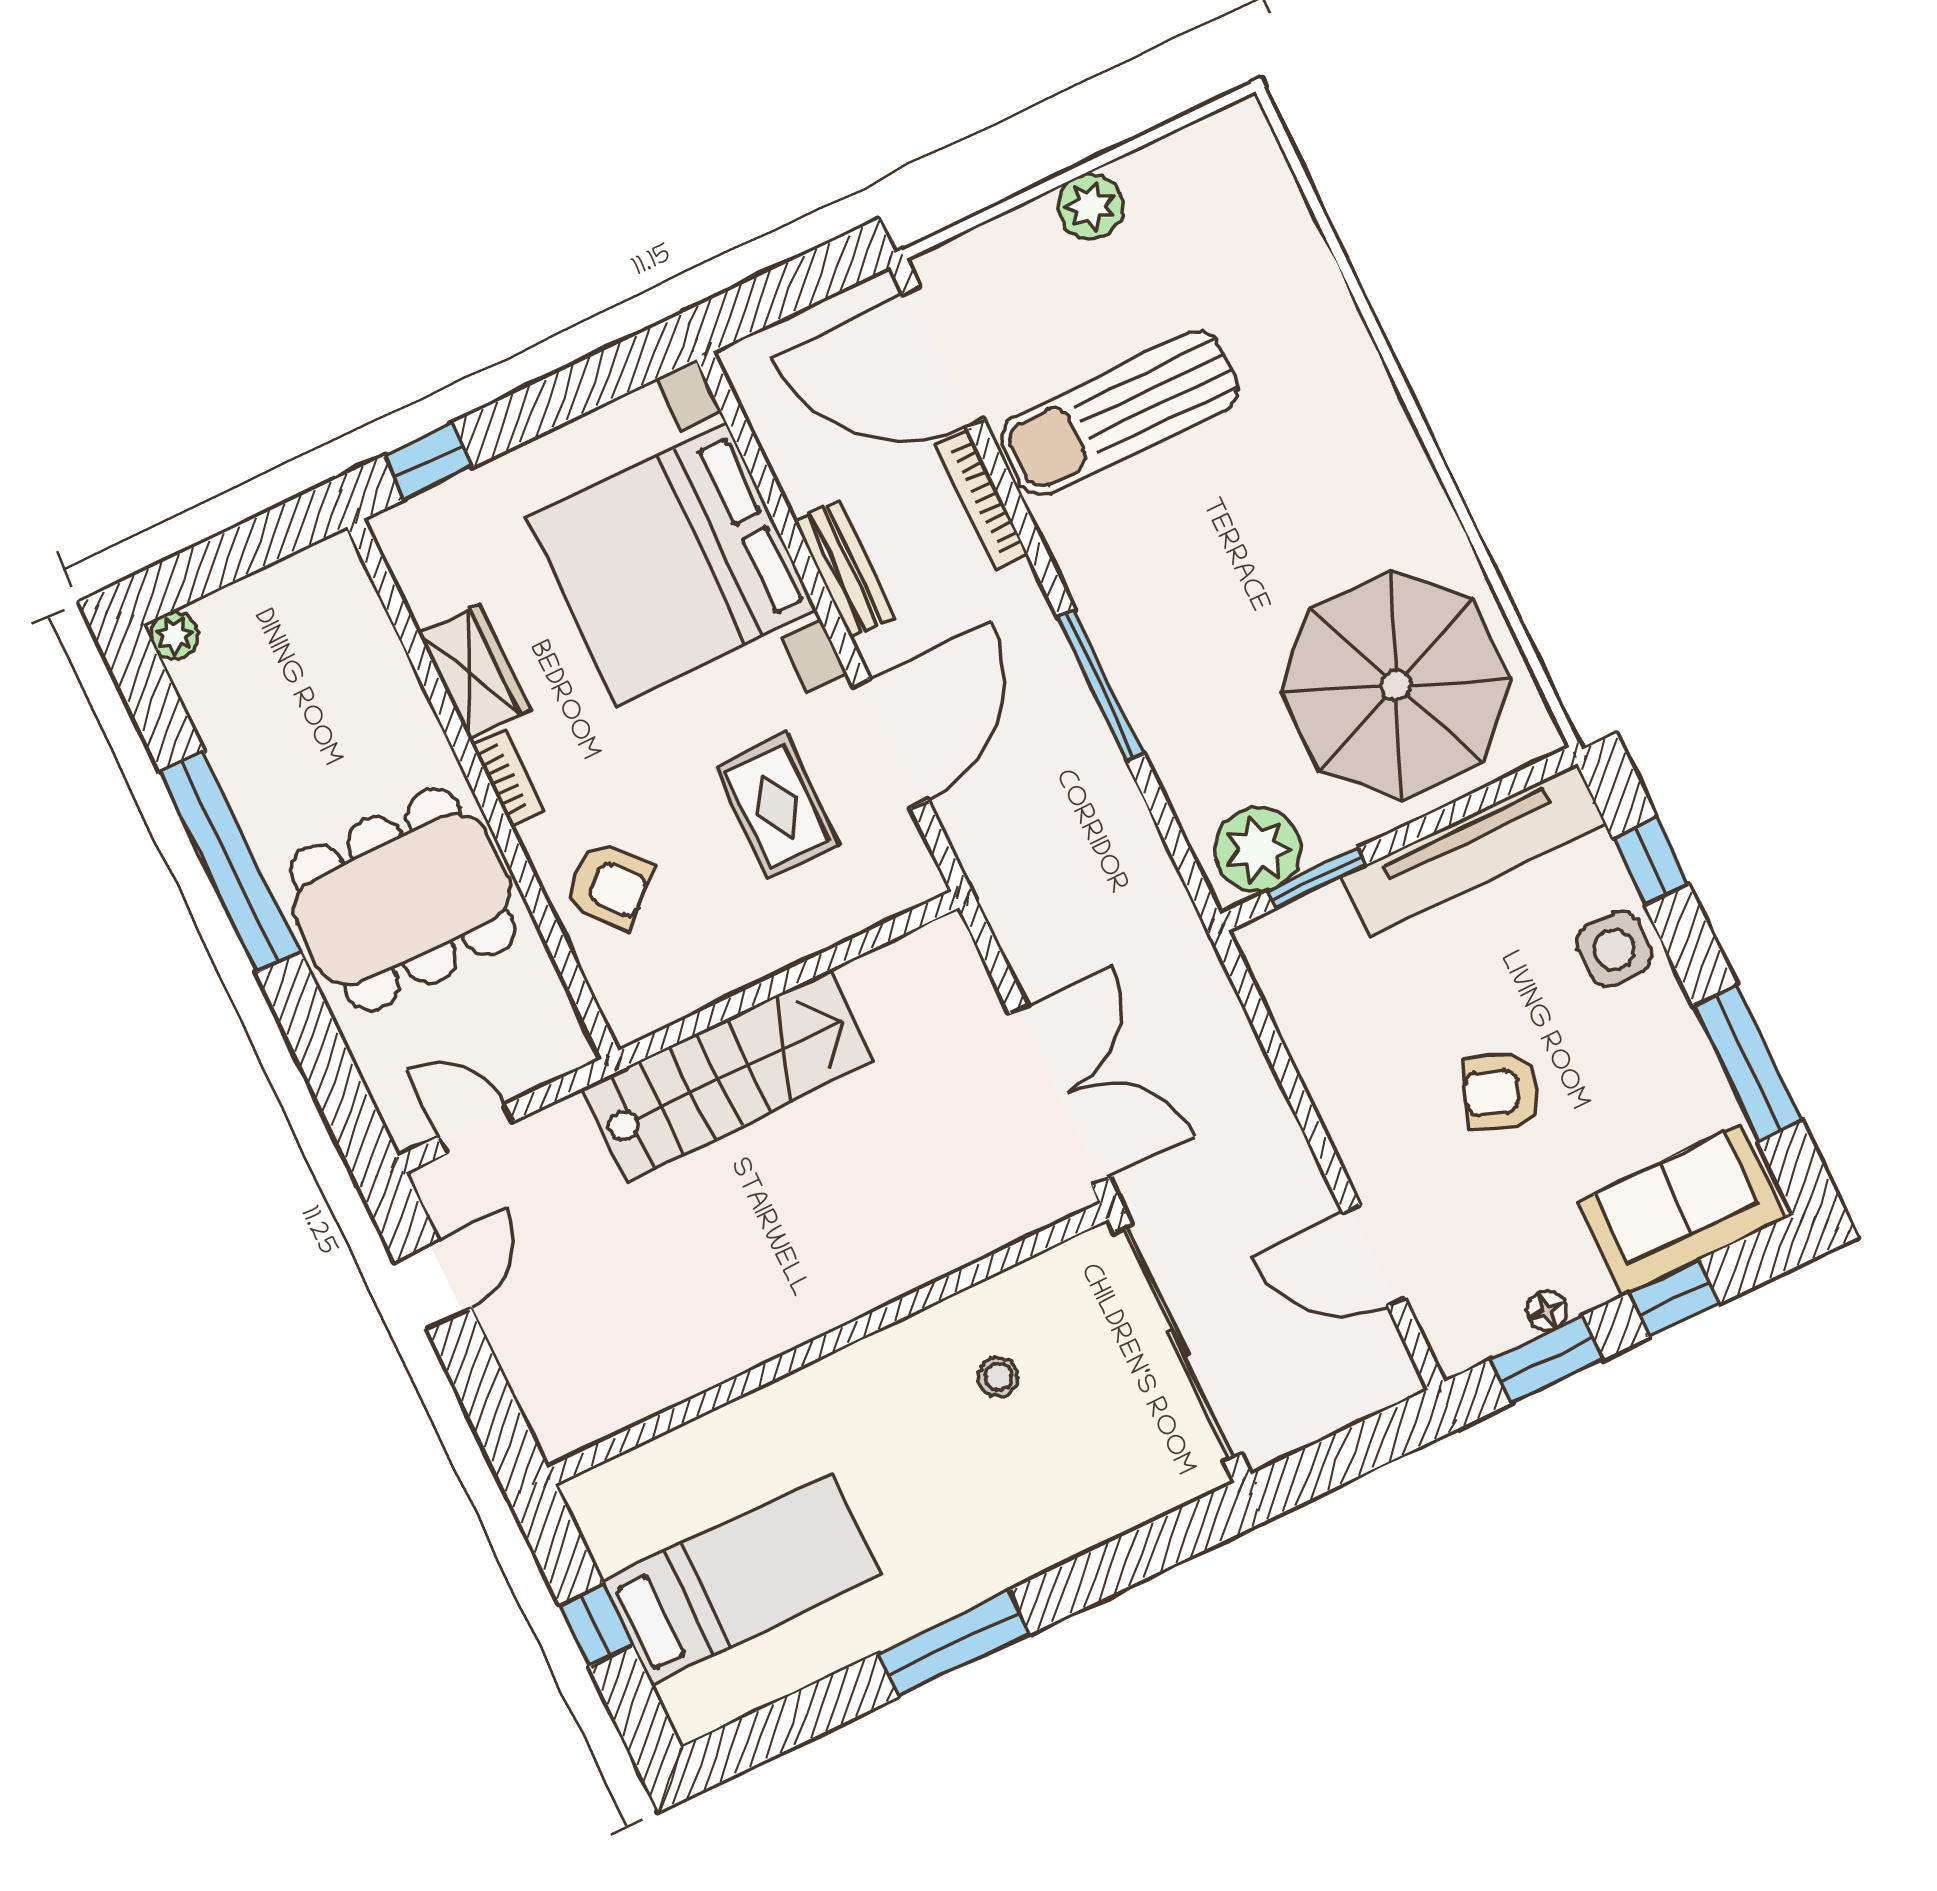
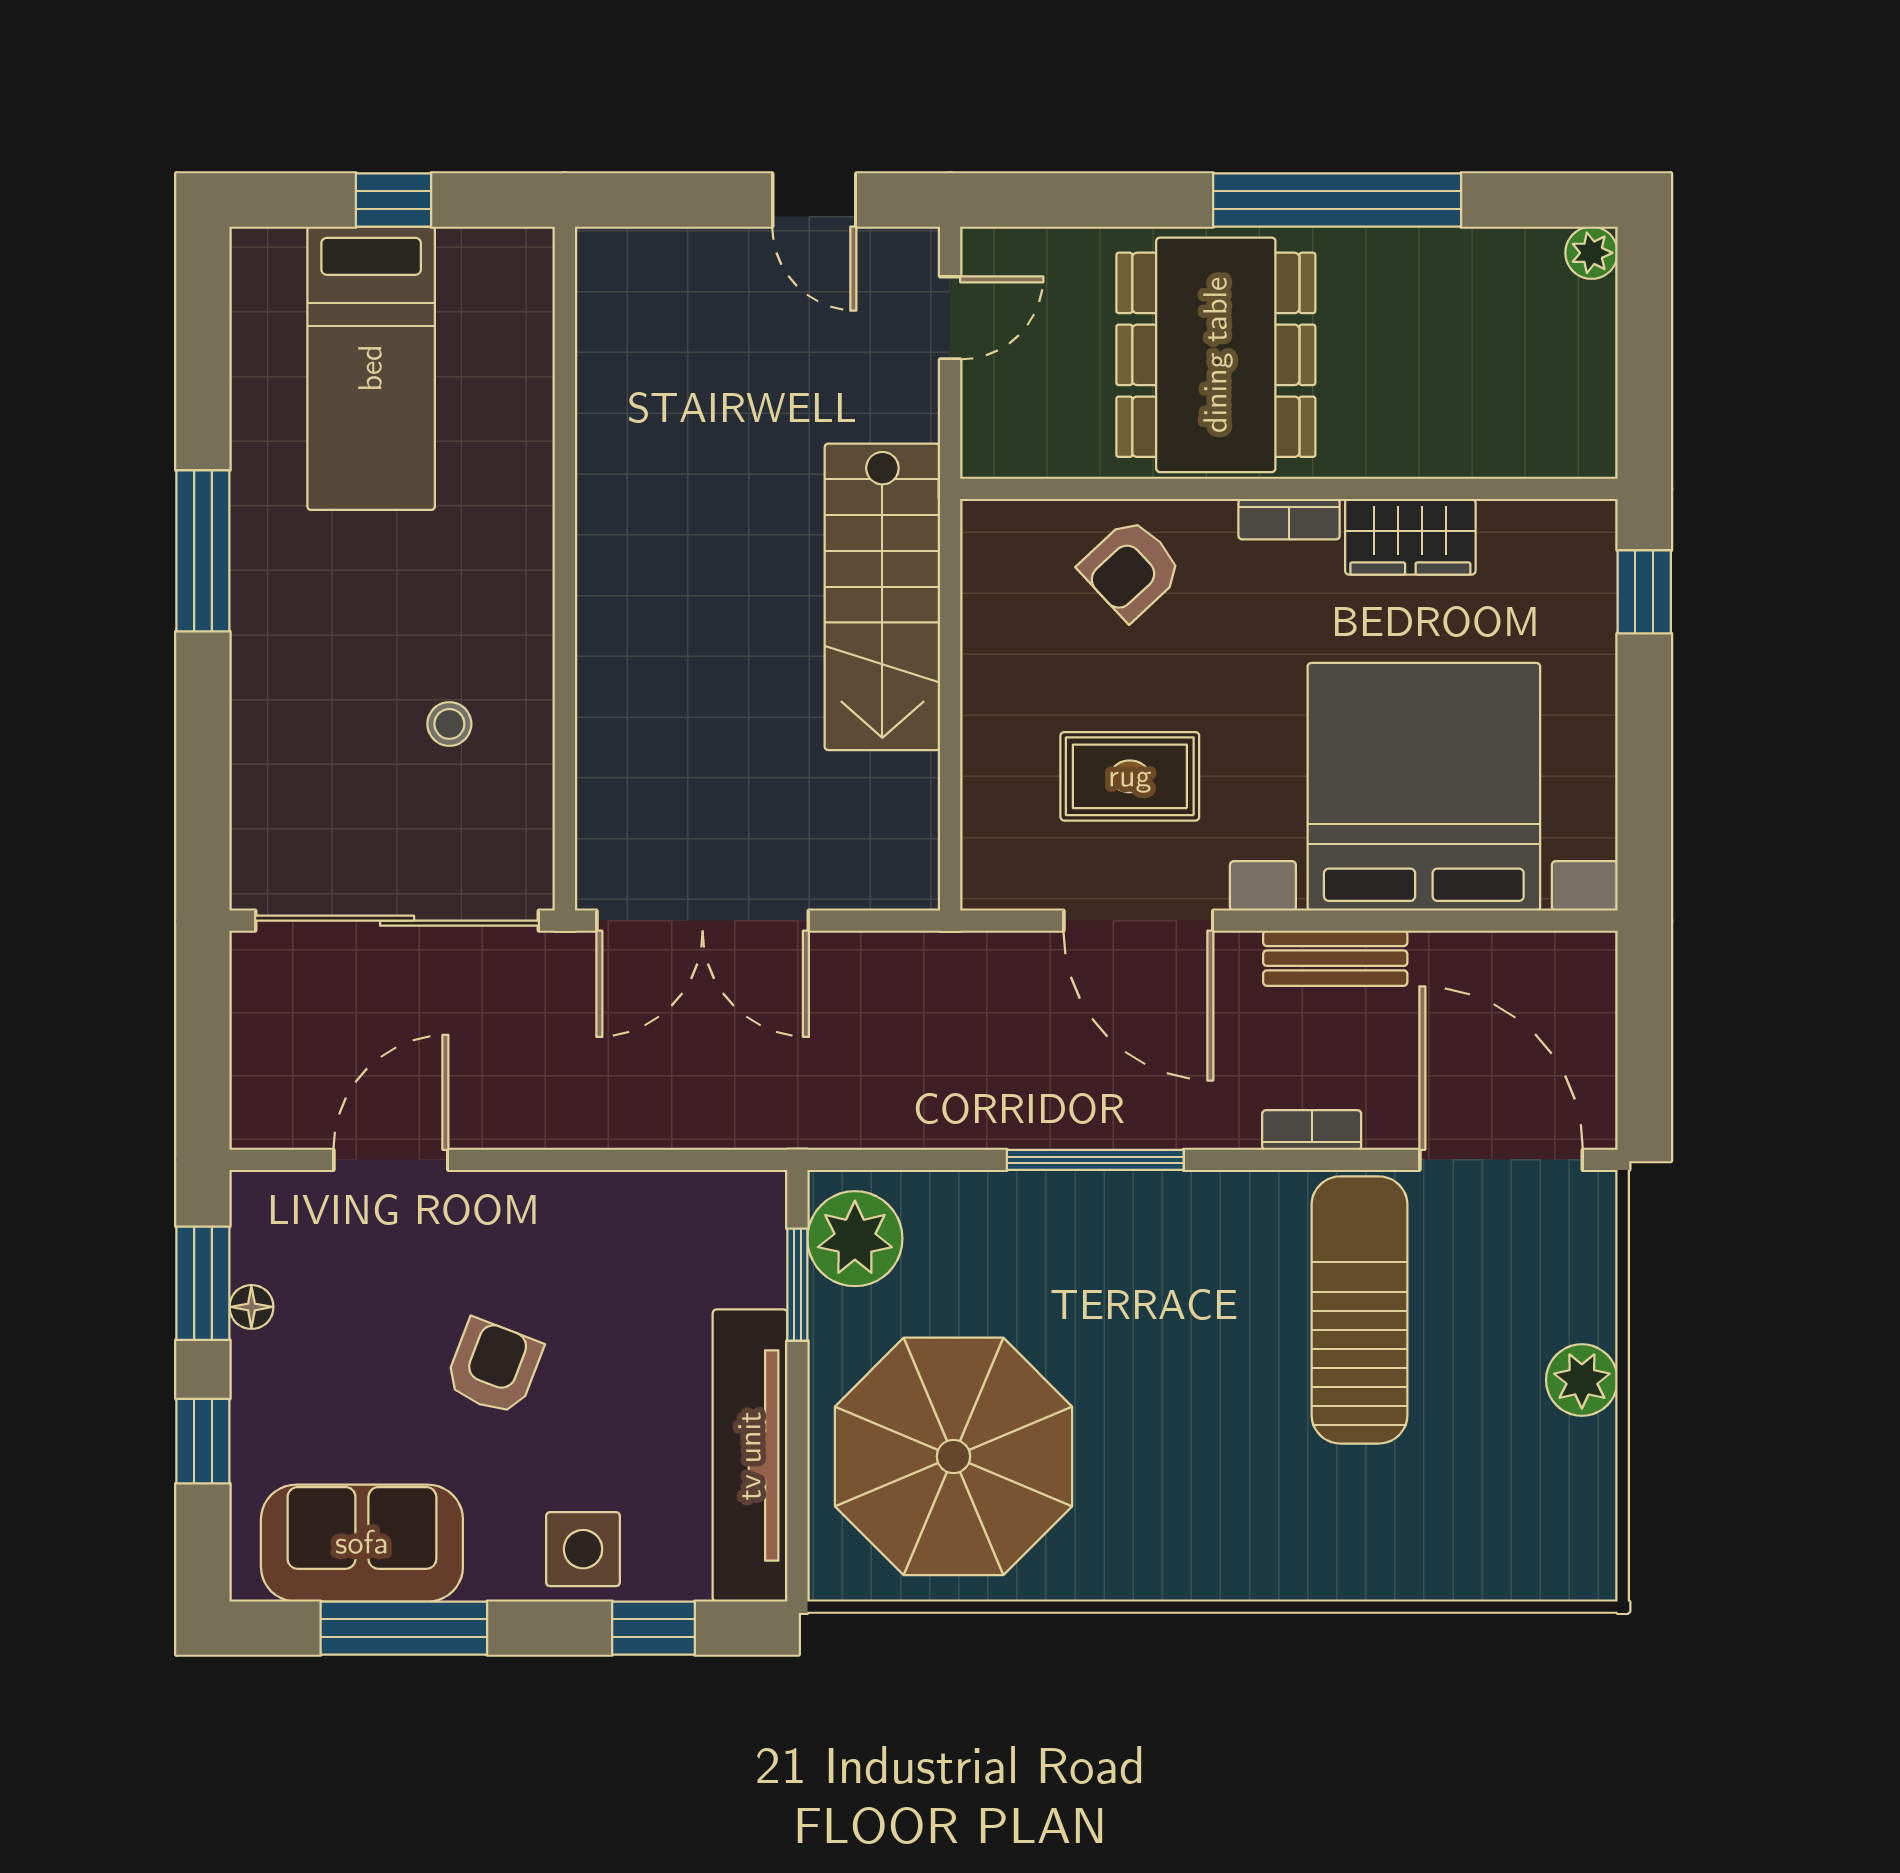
door: (943, 357) -> (1501, 1160), hinge flipped
bookcase: (982, 499) -> (1312, 1130), width x0.64
sofa: (1682, 1210) -> (362, 1543), moved, turned -90

